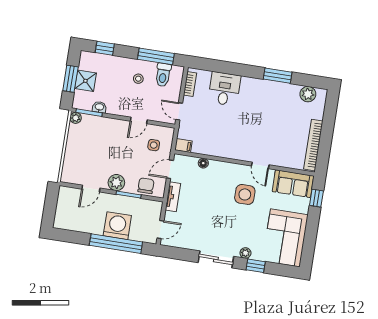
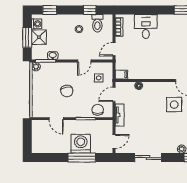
window: (156, 56) -> (90, 10), width x0.46
washing machine: (85, 63) -> (37, 24), added
door: (179, 111) -> (114, 49), hinge flipped
chair: (110, 155) -> (67, 91), added
plant: (116, 183) -> (75, 111), removed
door: (91, 189) -> (56, 119), hinge flipped
window: (116, 244) -> (82, 158), width x0.68
sliding door: (216, 259) -> (148, 158), moved

